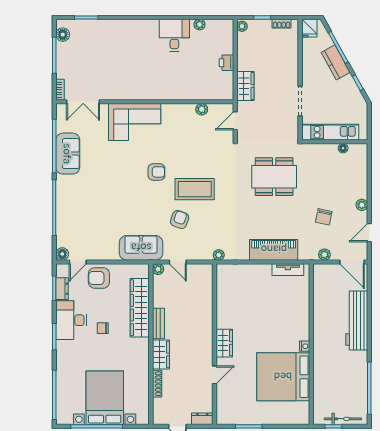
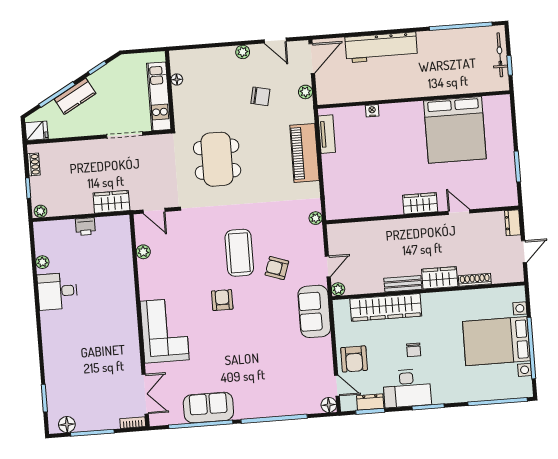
nightstand: (305, 346) -> (372, 111), moved

